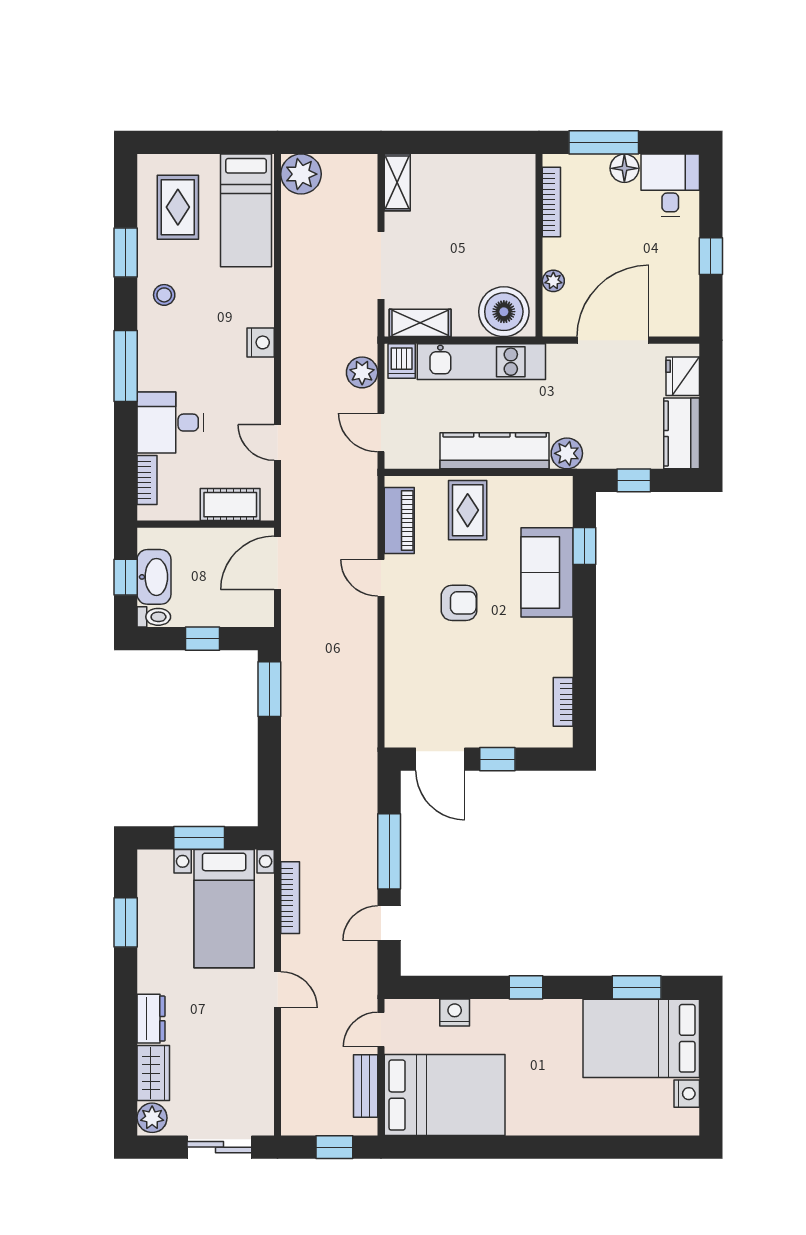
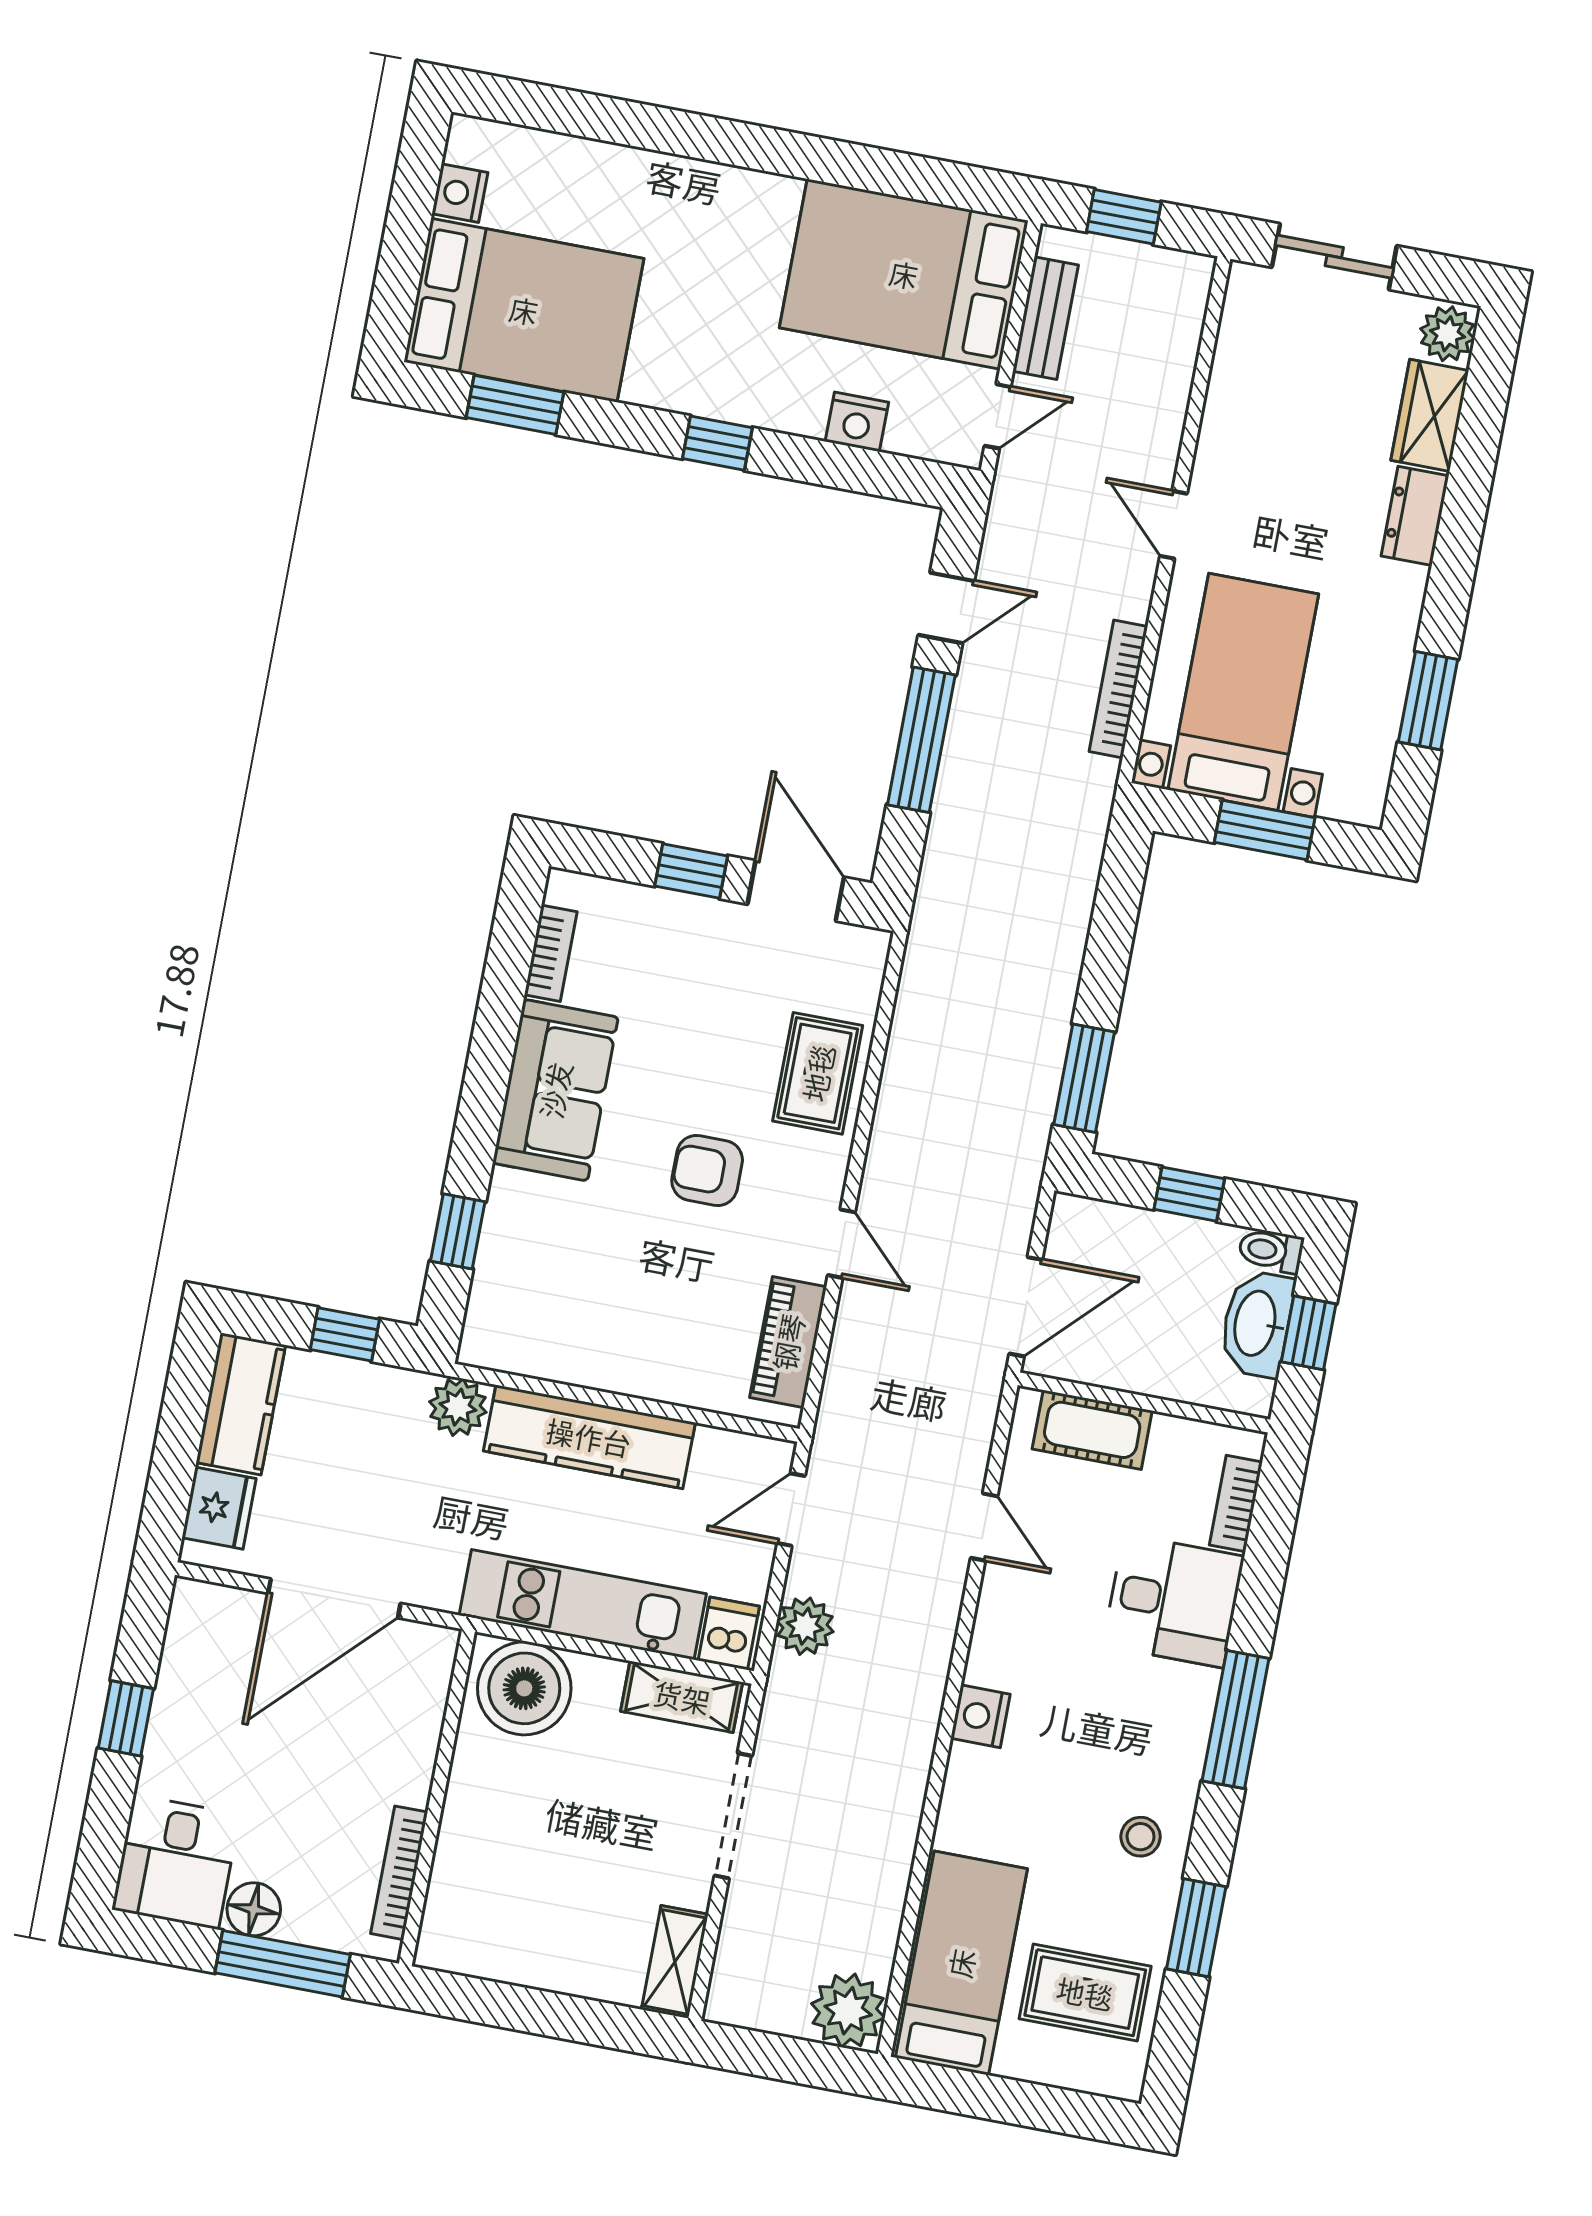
rug: (178, 207) -> (1085, 1993), turned 90
plant: (553, 281) -> (423, 1728), removed
door: (381, 433) -> (791, 1510), swing flipped
rug: (468, 510) -> (818, 1073), moved
sofa: (547, 572) -> (555, 1090), moved

